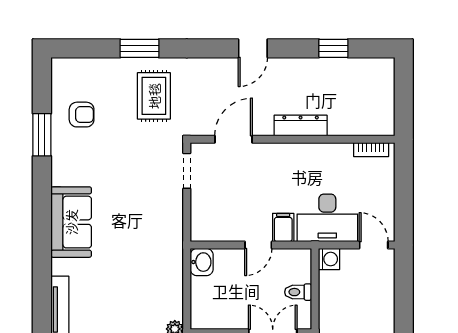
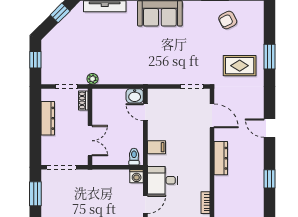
armchair: (82, 115) -> (228, 20), turned 63
desk: (327, 218) -> (163, 180), width x0.73
door: (258, 245) -> (145, 112), moved
toilet: (298, 292) -> (134, 157), moved

